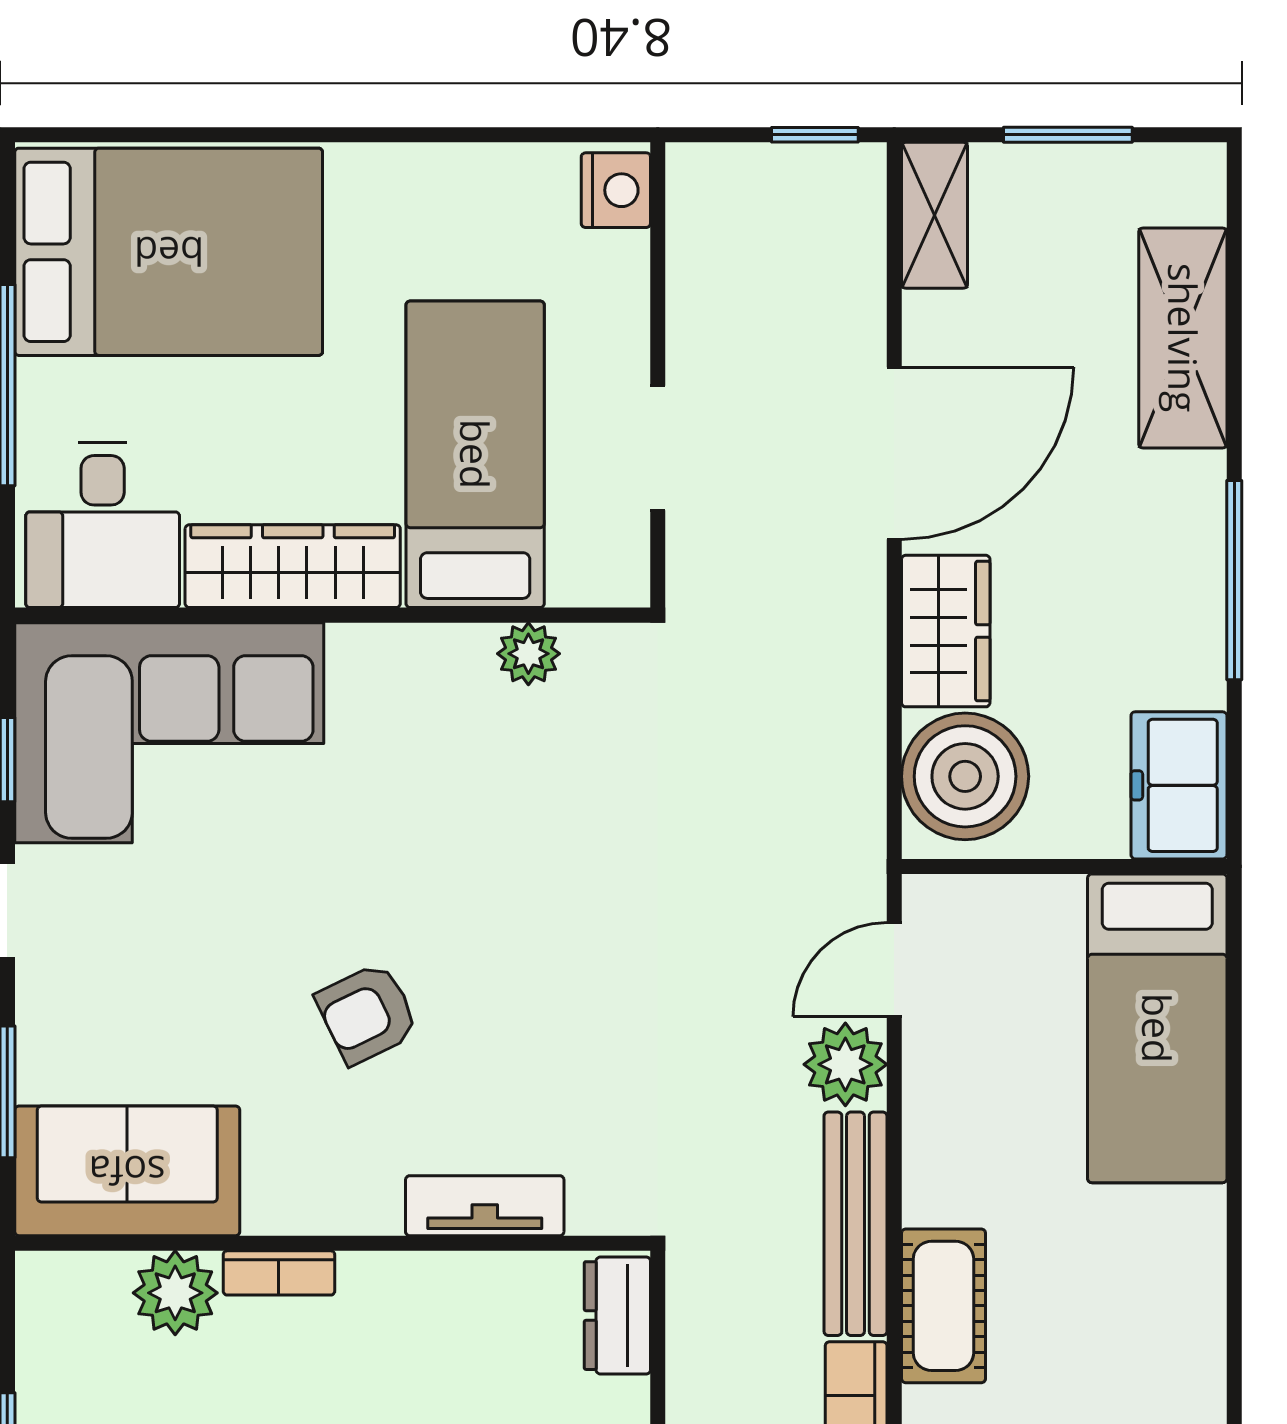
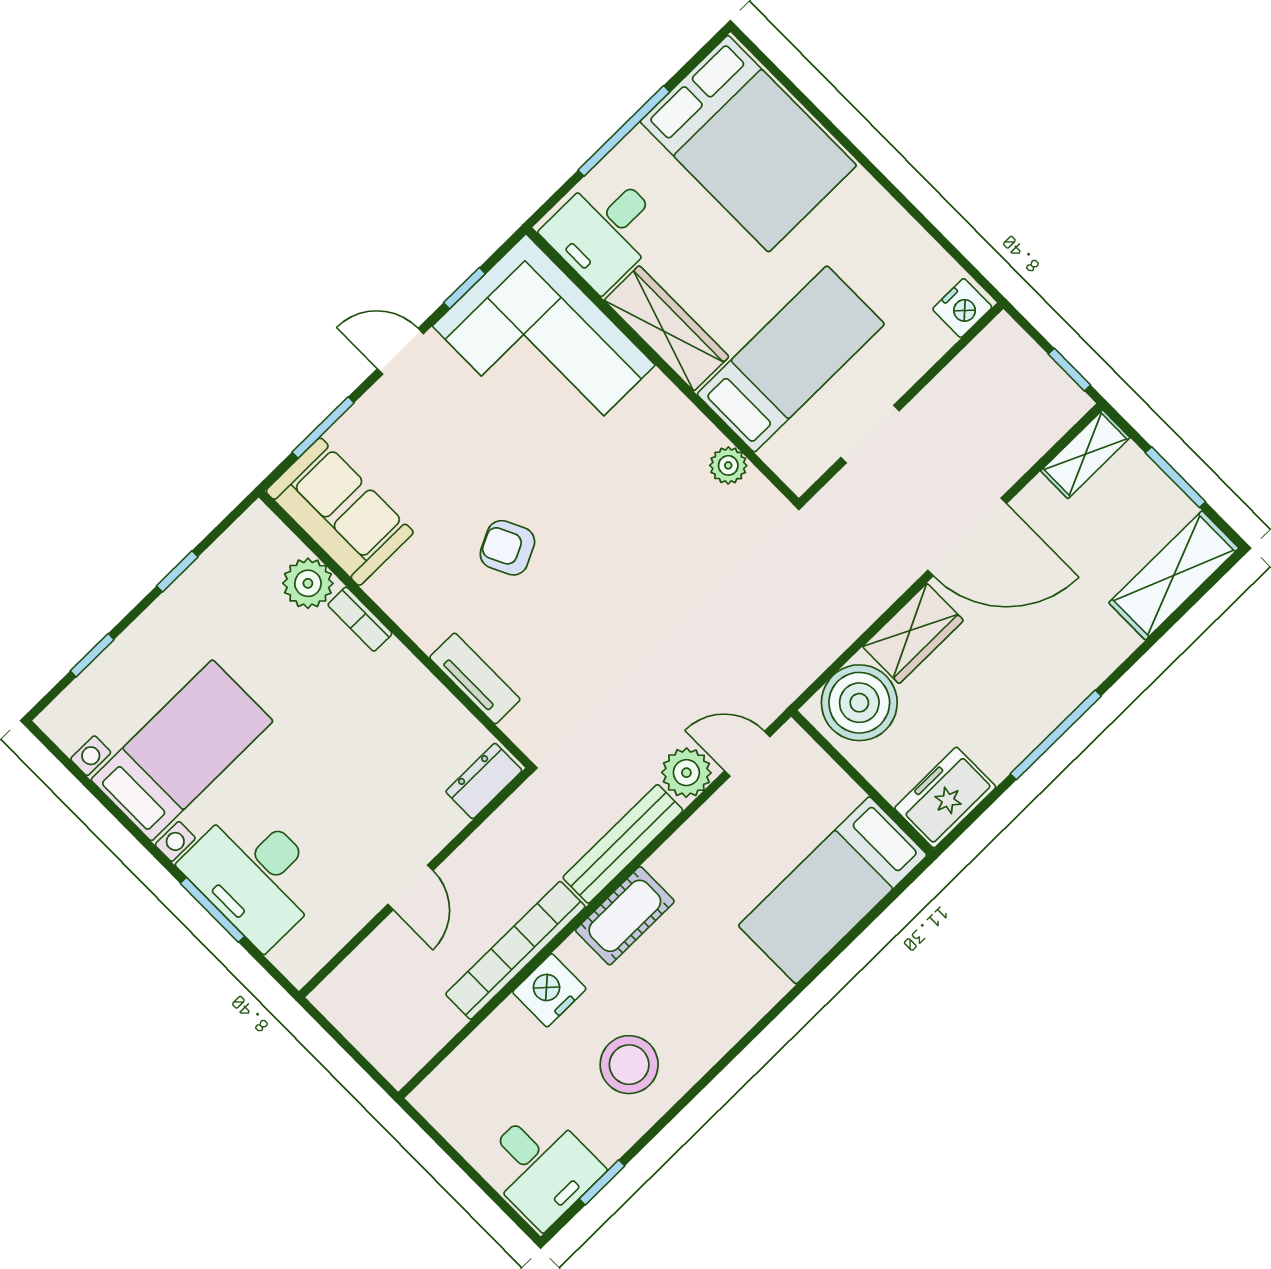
shelving: (1183, 338) -> (1174, 575), moved

